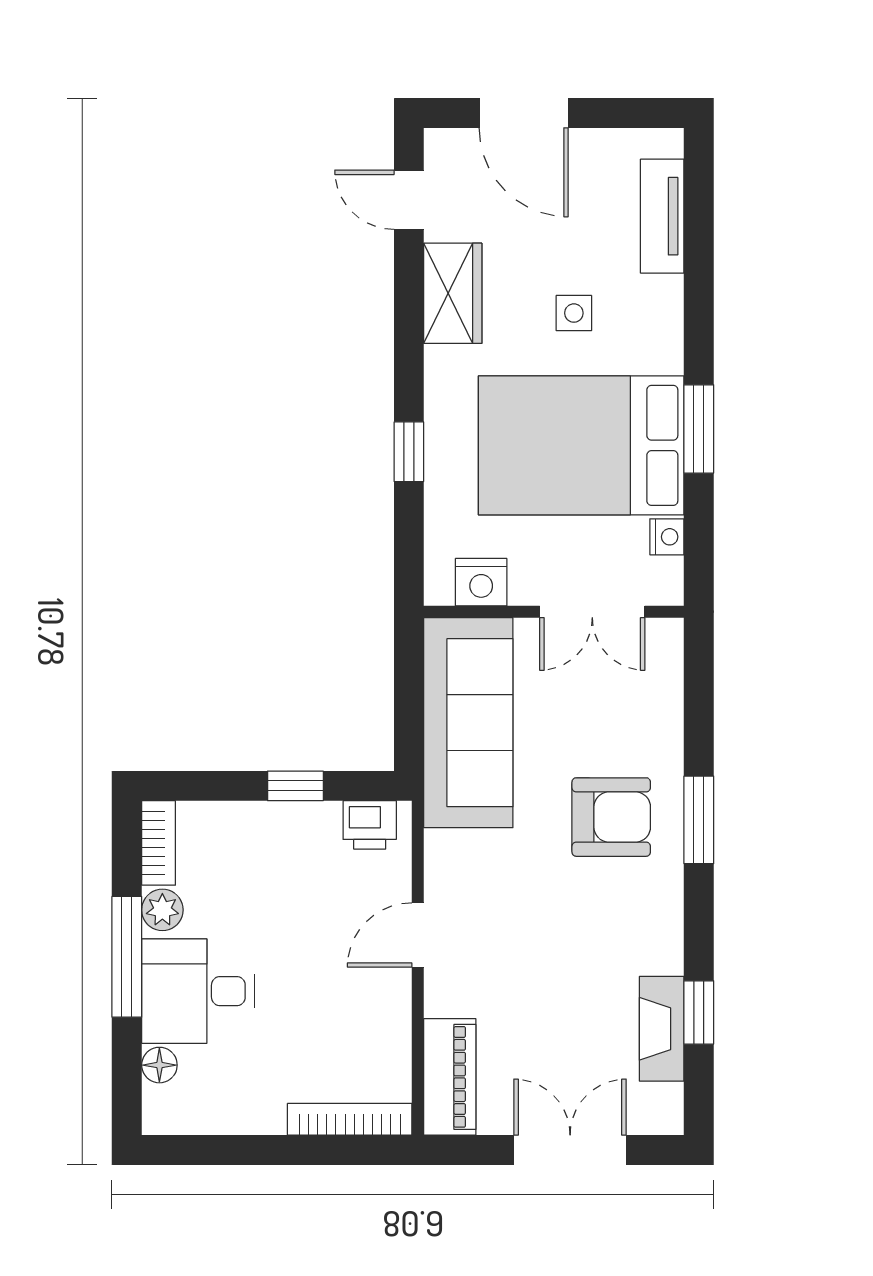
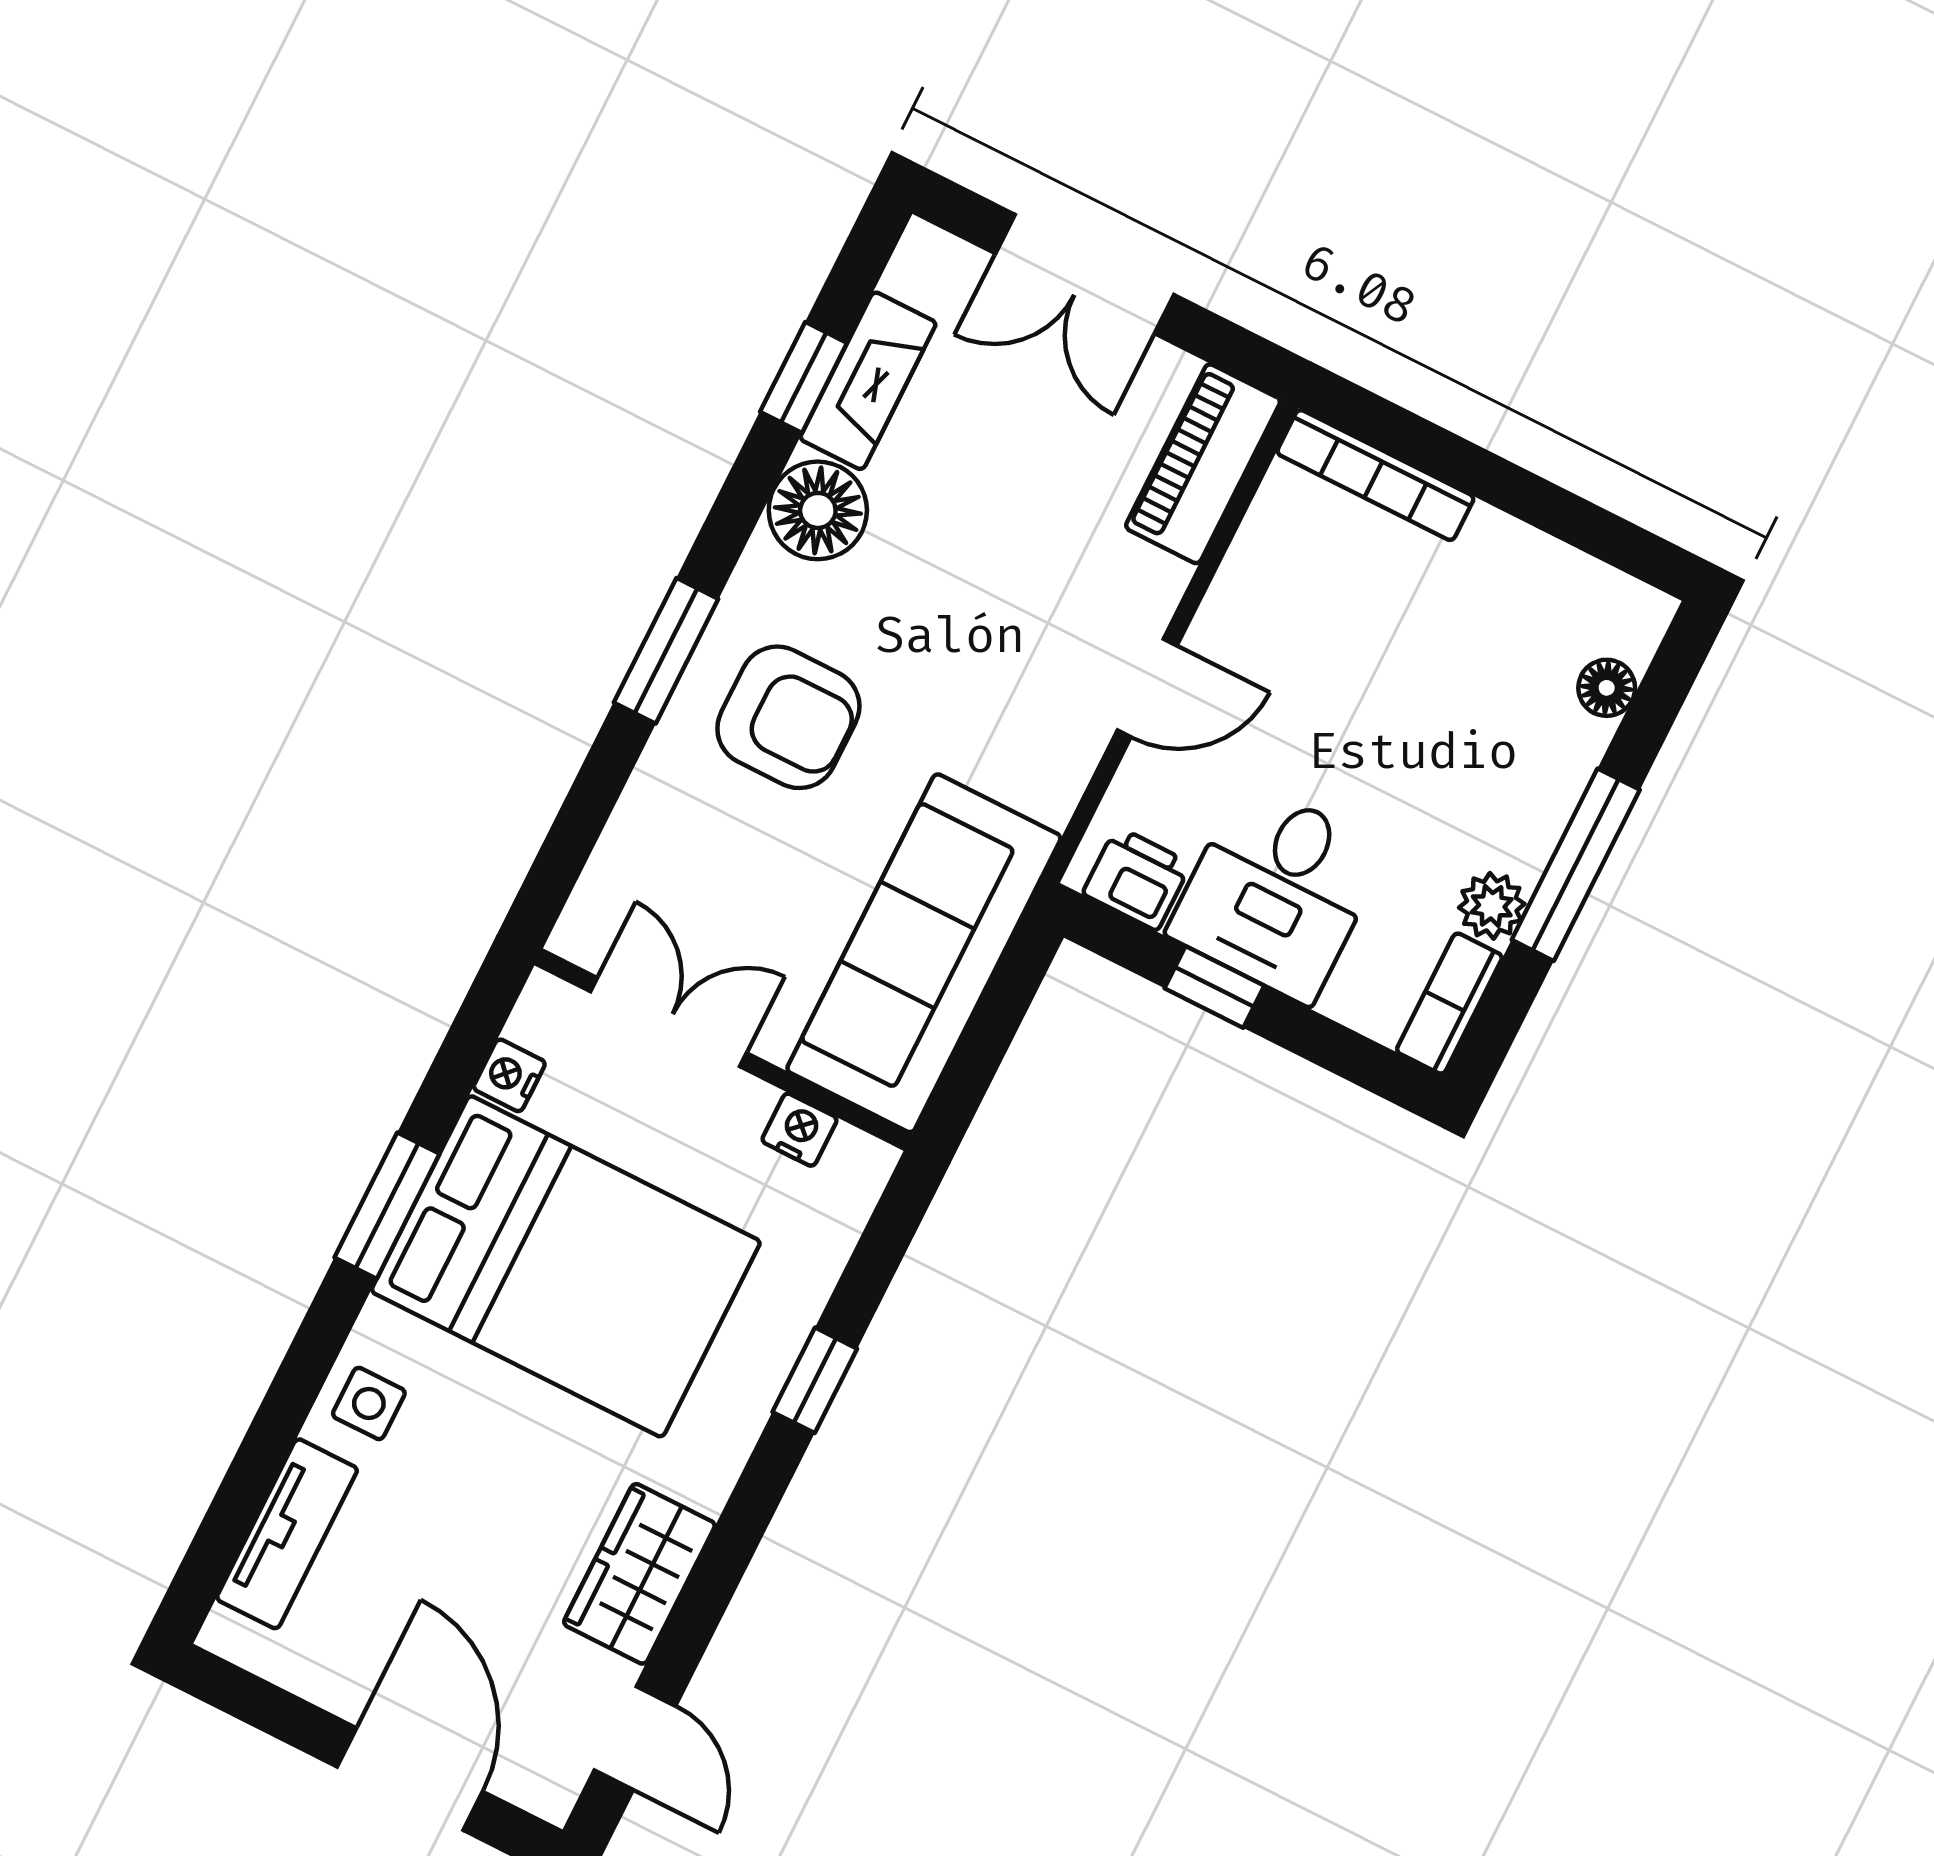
side table: (574, 313) -> (369, 1403), moved
nightstand: (481, 582) -> (799, 1130), width x0.72, depth x0.74
armchair: (611, 817) -> (788, 717), turned 180
floor lamp: (653, 942) -> (818, 510), added
desk: (198, 991) -> (1277, 892), moved, turned 90

